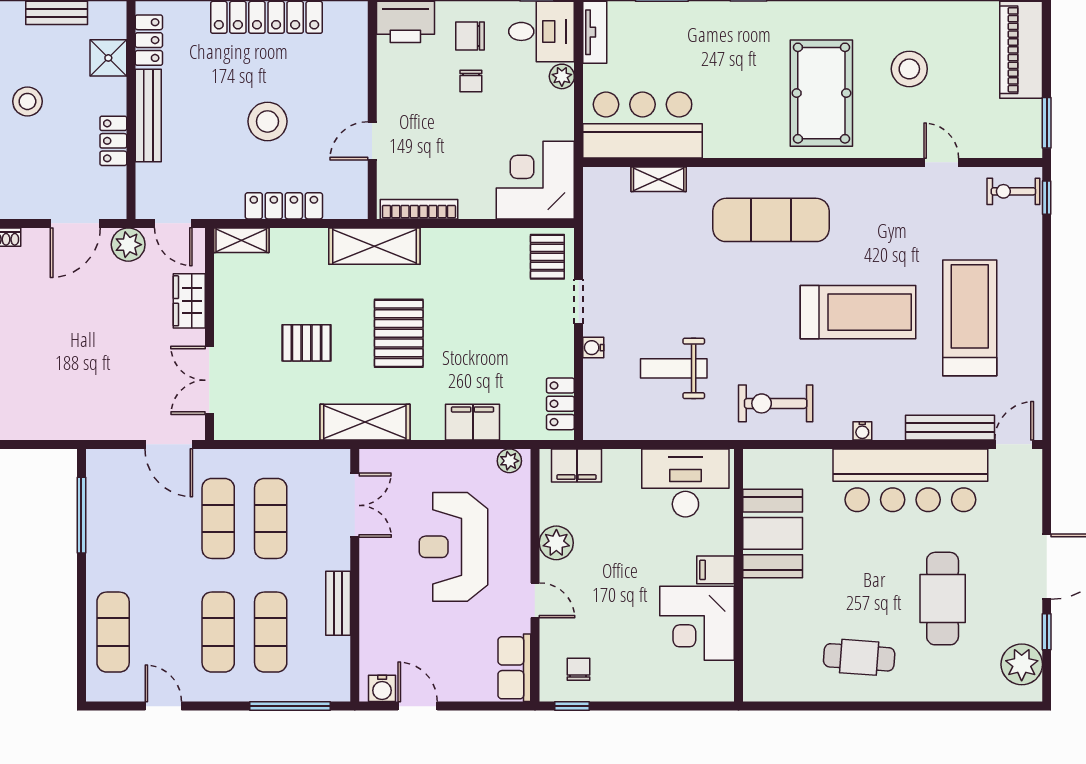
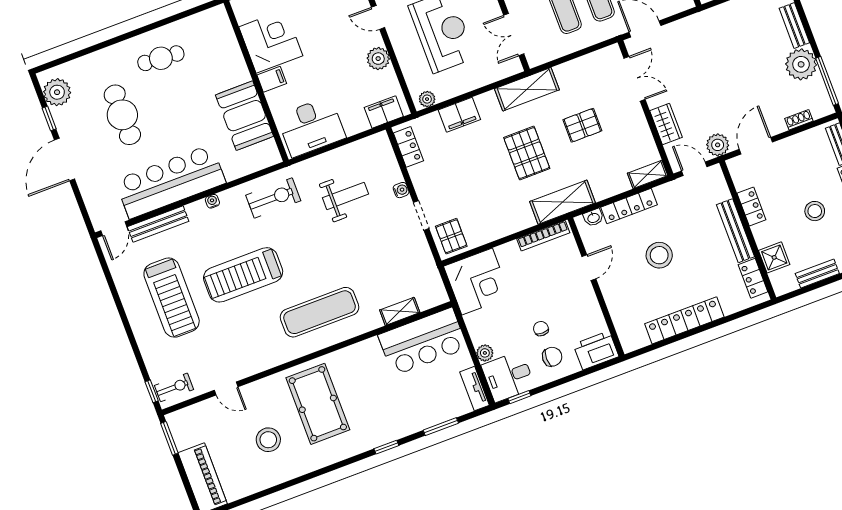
washbasin: (340, 208) -> (593, 218), added

